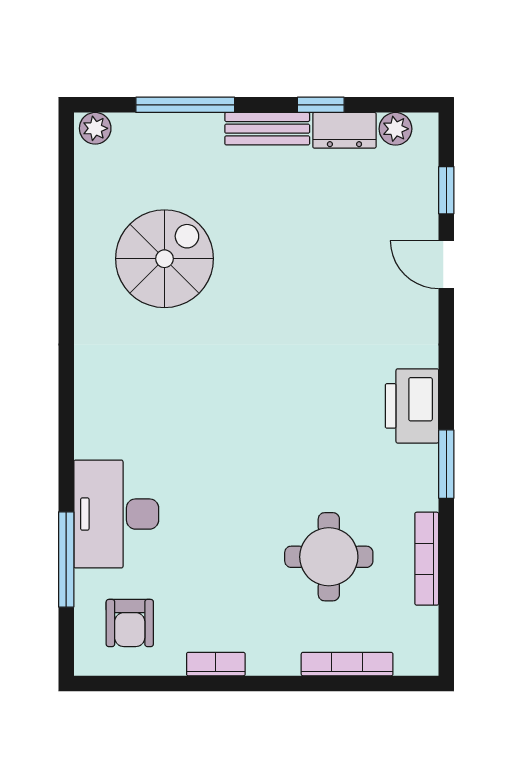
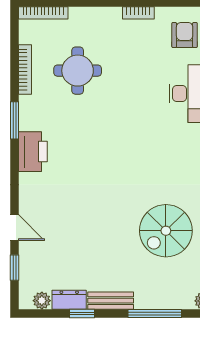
bookcase: (347, 664) -> (43, 13), moved

